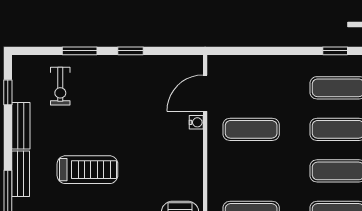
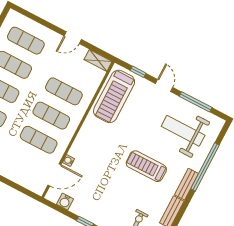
water cooler: (172, 65) -> (65, 202), added
exercise mat: (251, 171) -> (51, 116), added

